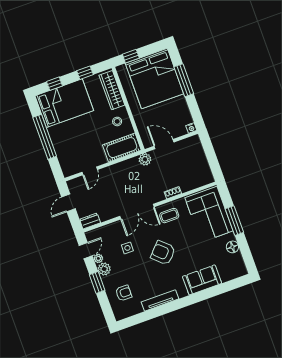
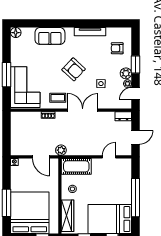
floor lamp: (232, 247) -> (16, 33), moved

